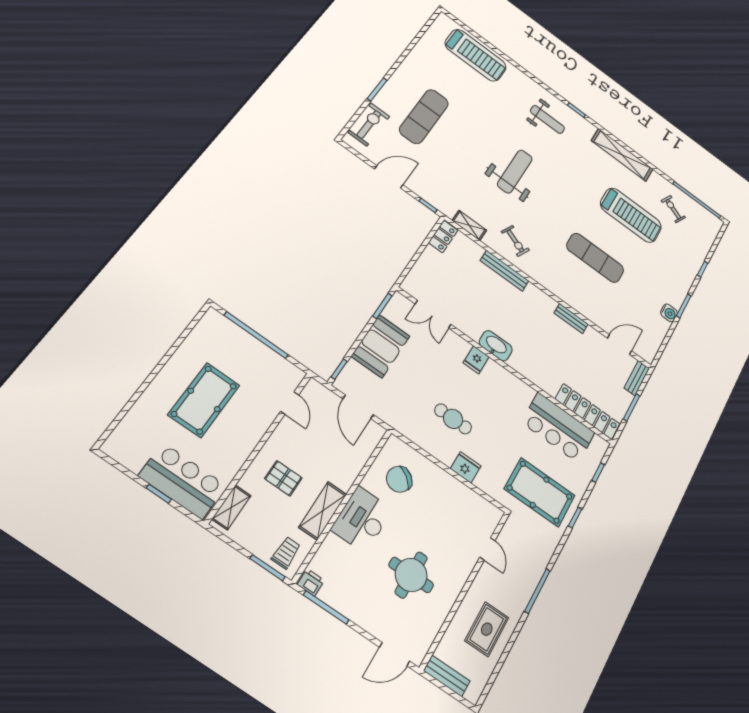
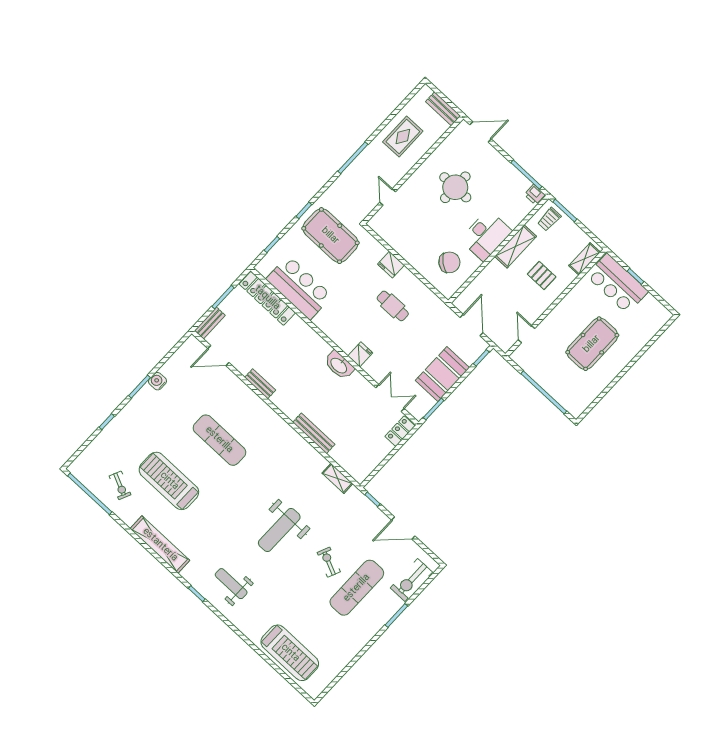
treadmill: (476, 55) -> (290, 653), turned 180
locker: (443, 236) -> (400, 431), moved
exercise bike: (515, 241) -> (329, 562), moved

